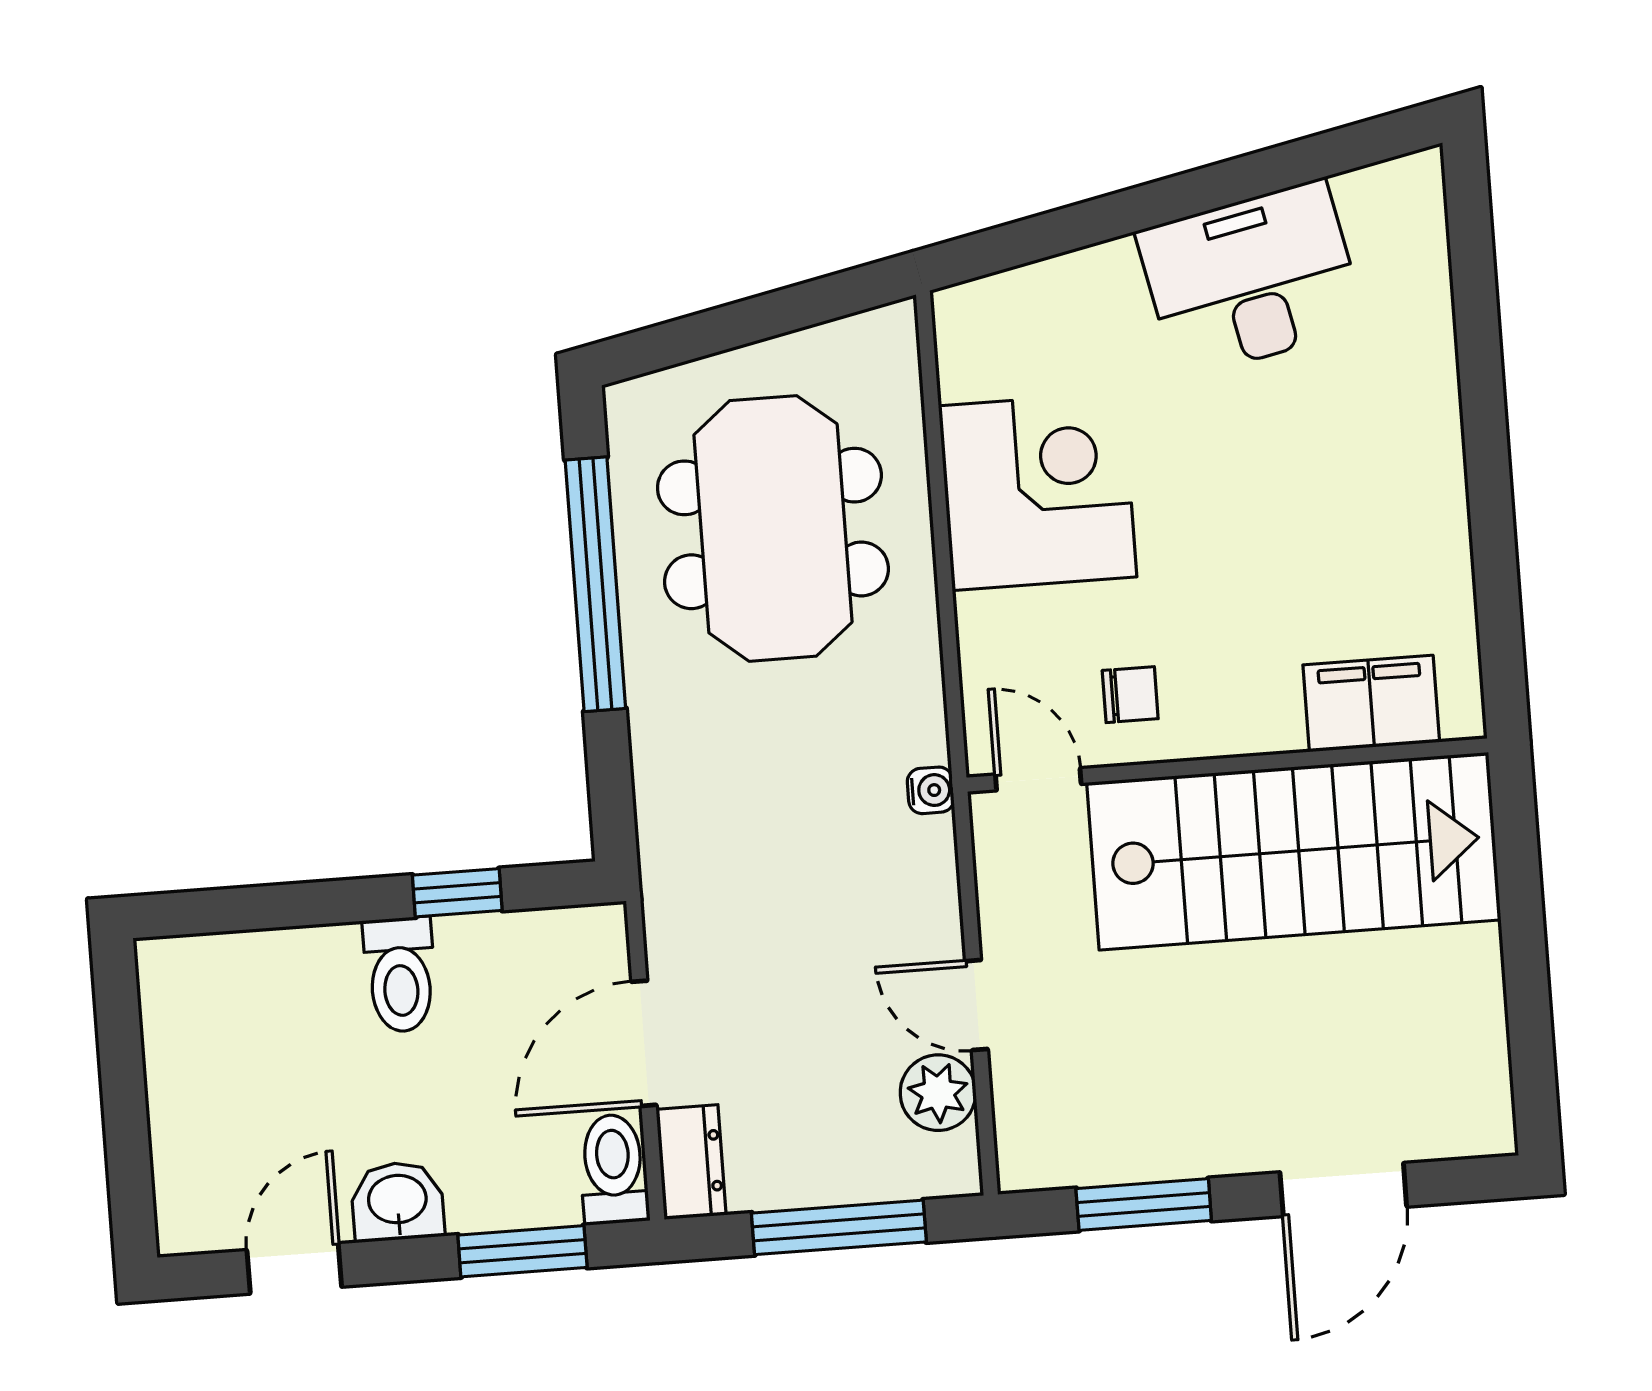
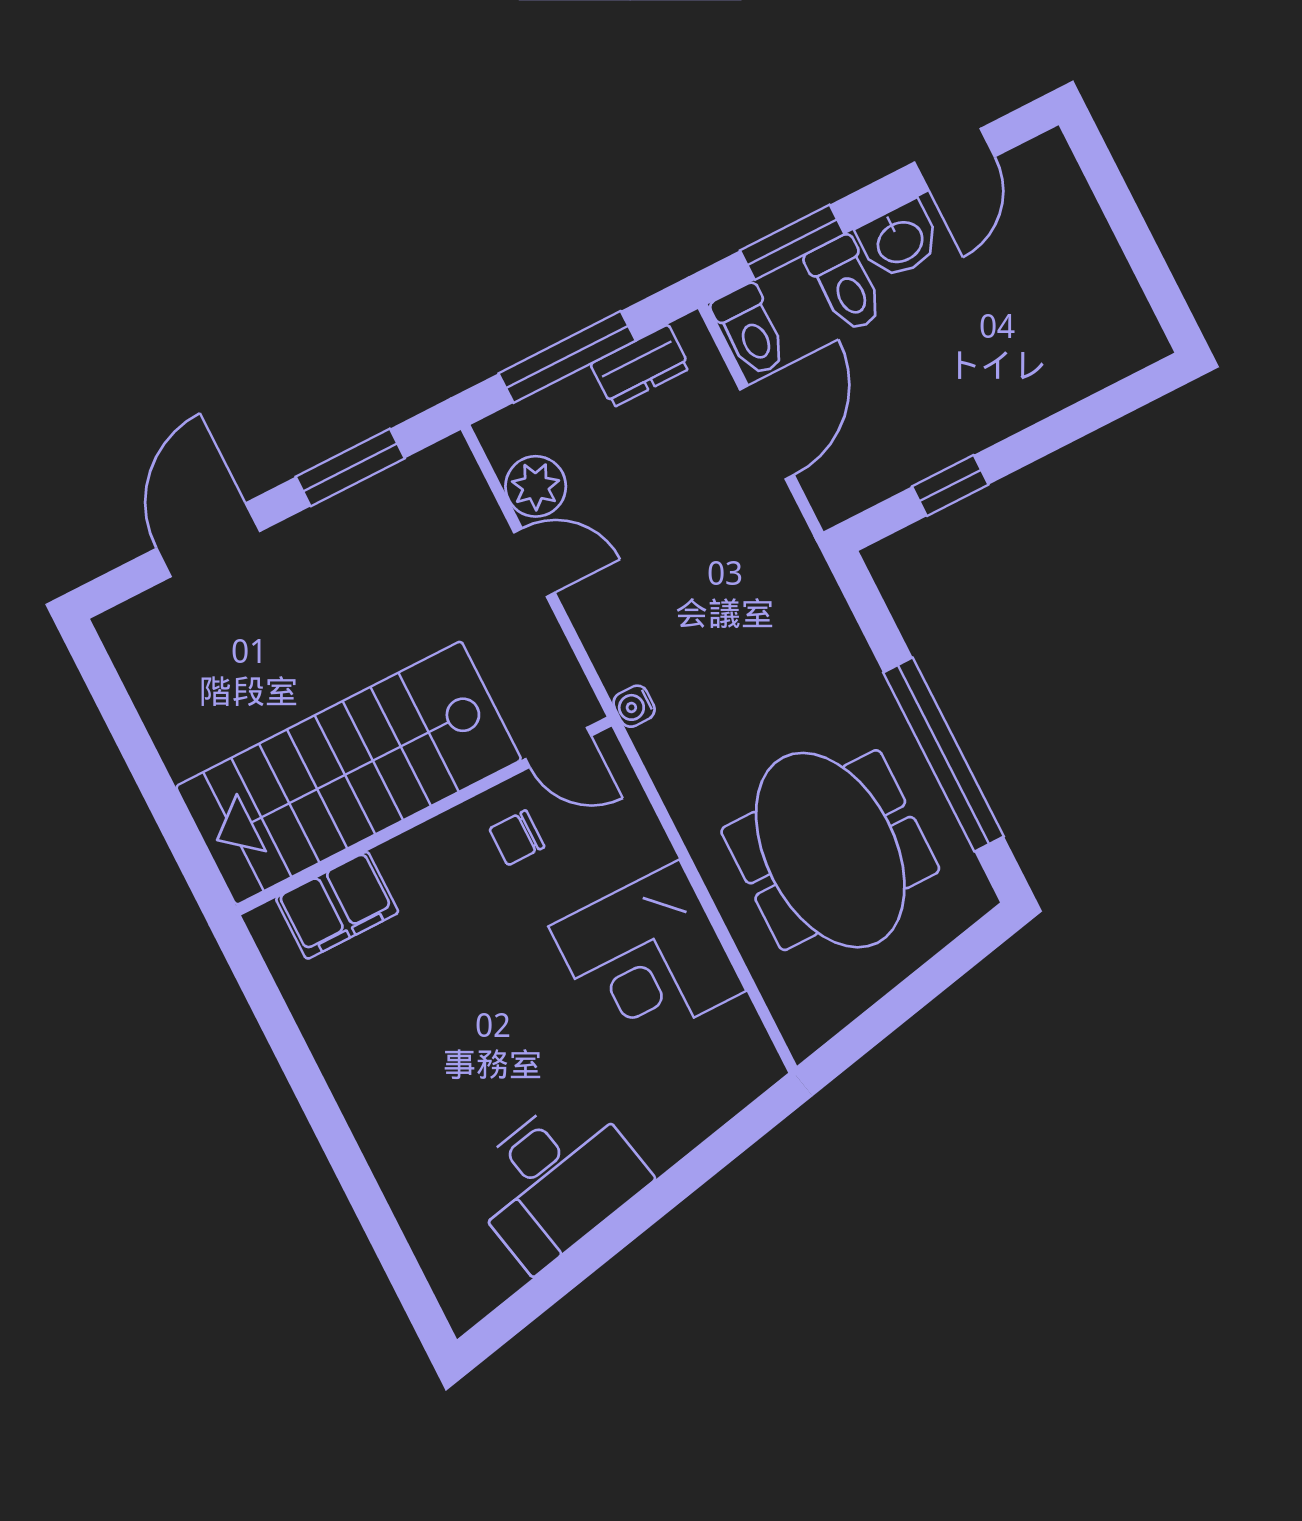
toilet: (400, 975) -> (846, 284), moved, turned 180
dresser: (691, 1162) -> (640, 366), moved, turned -90

